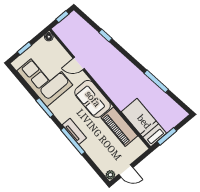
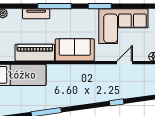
door: (79, 63) -> (125, 63), moved
tv unit: (74, 131) -> (36, 14), moved

